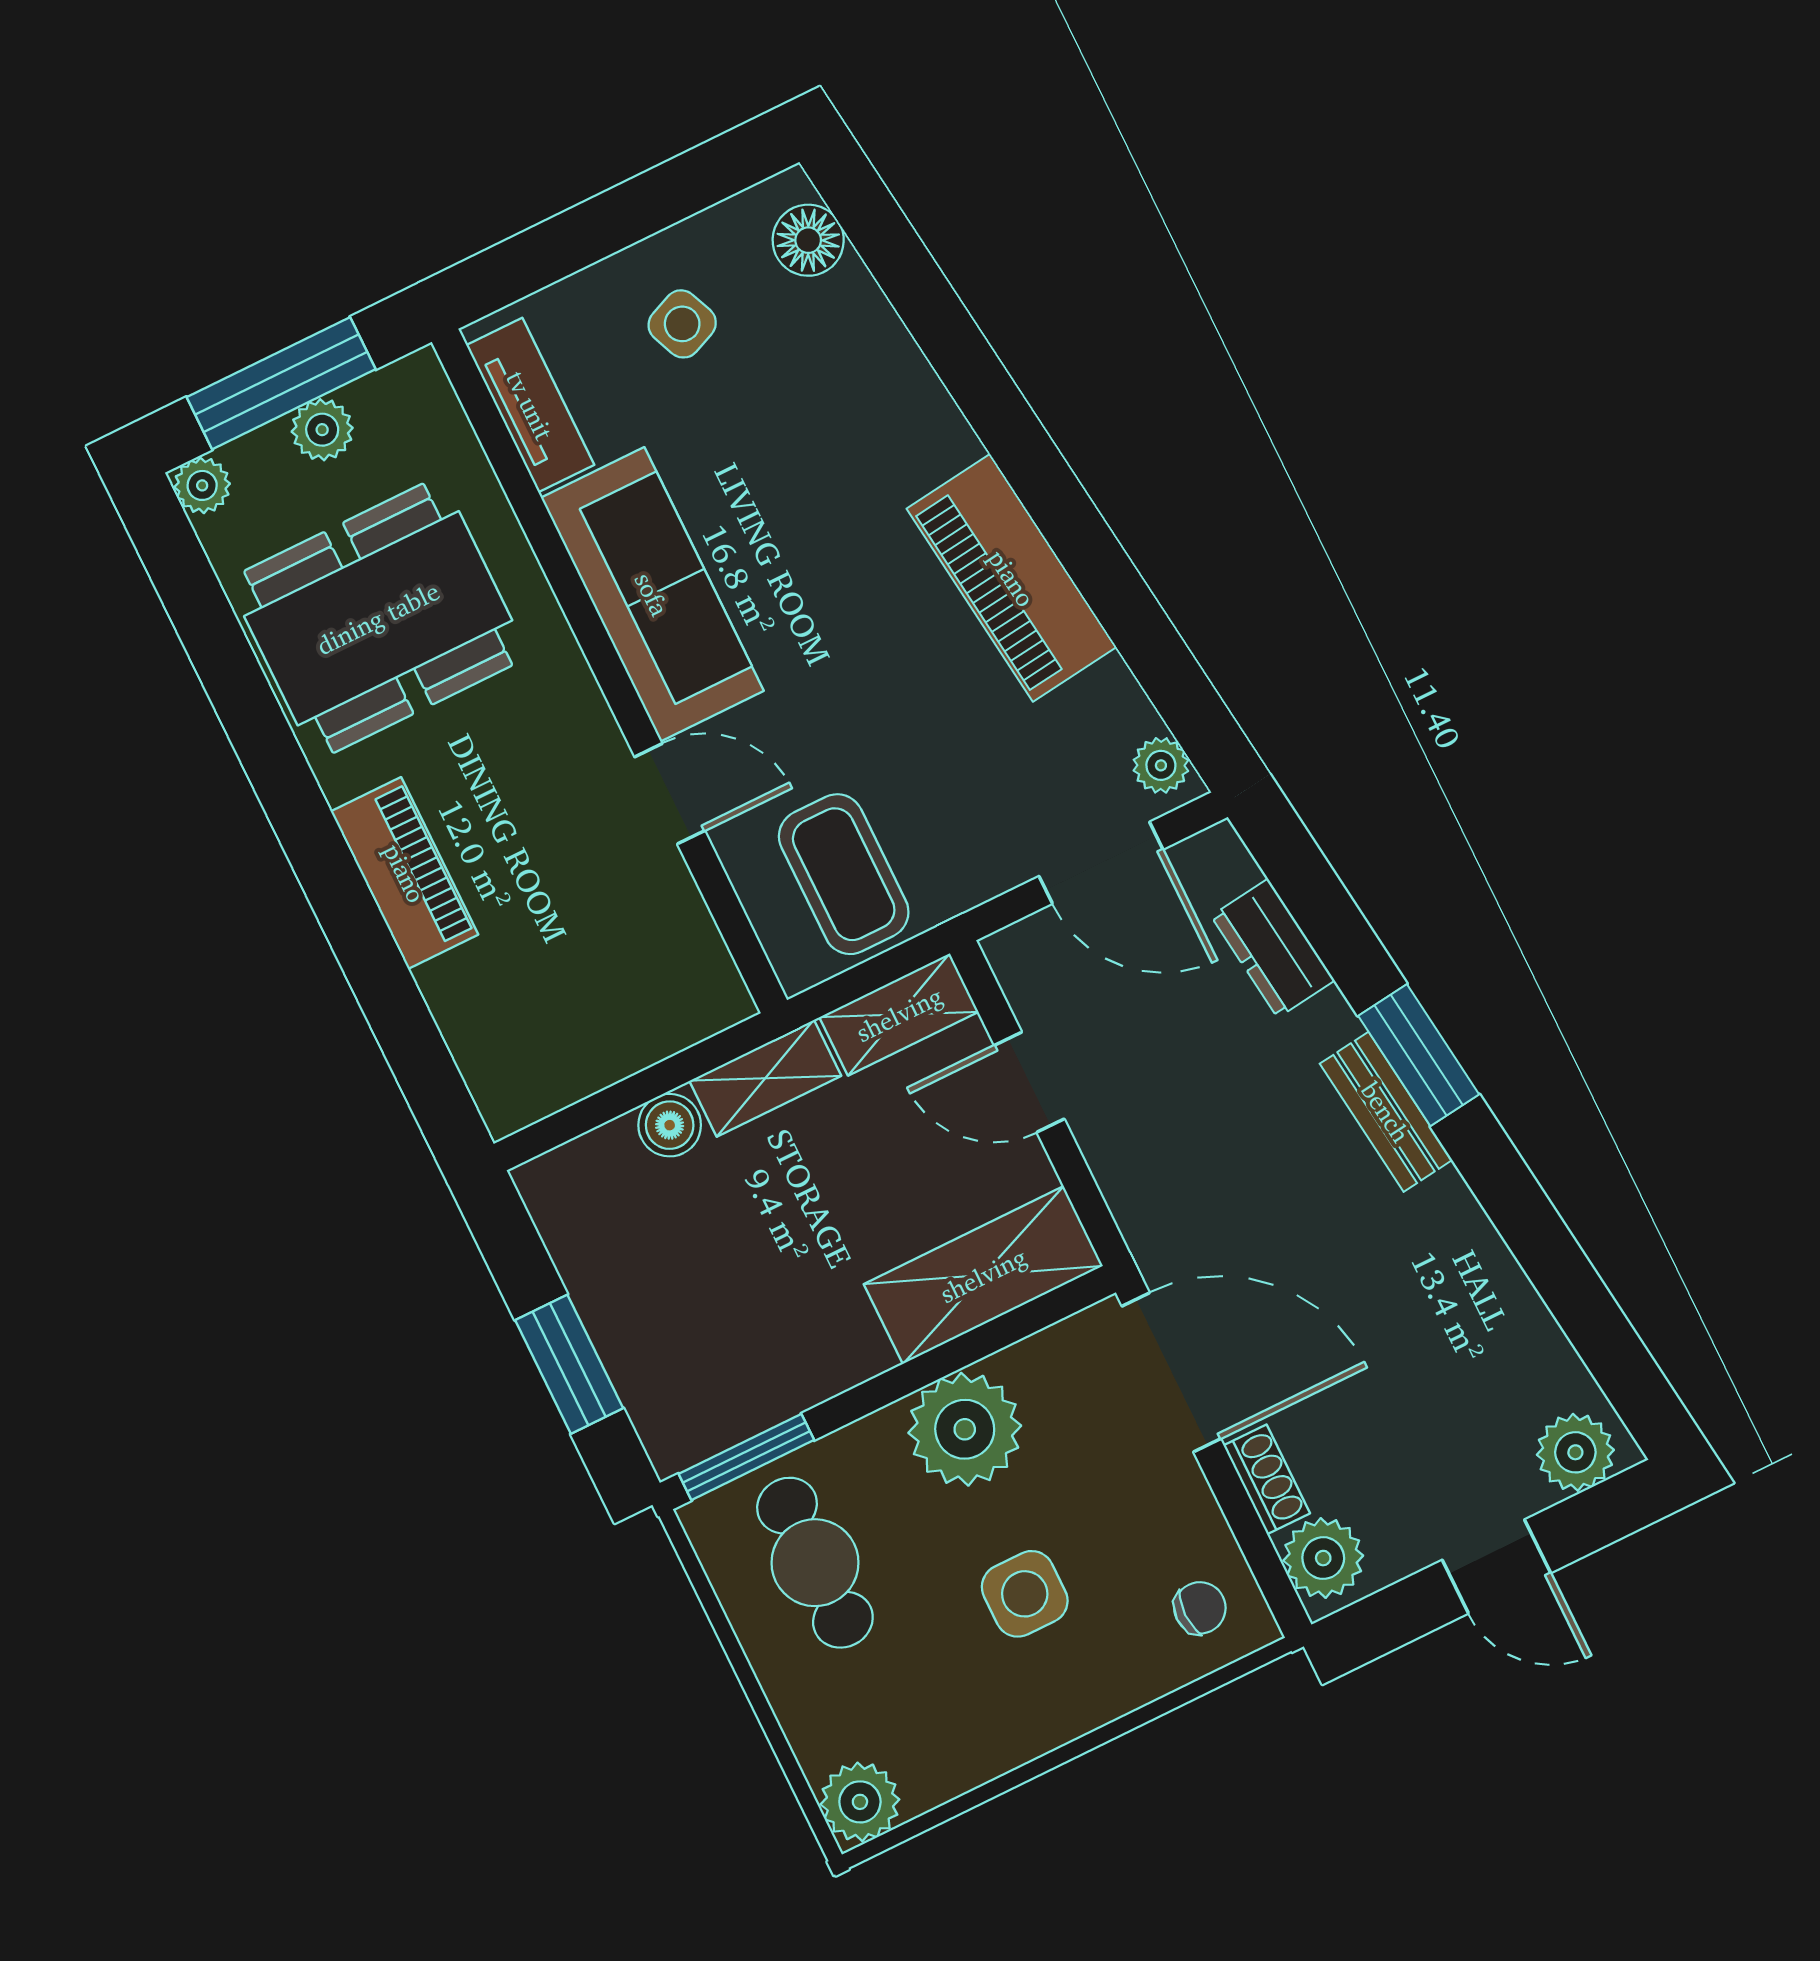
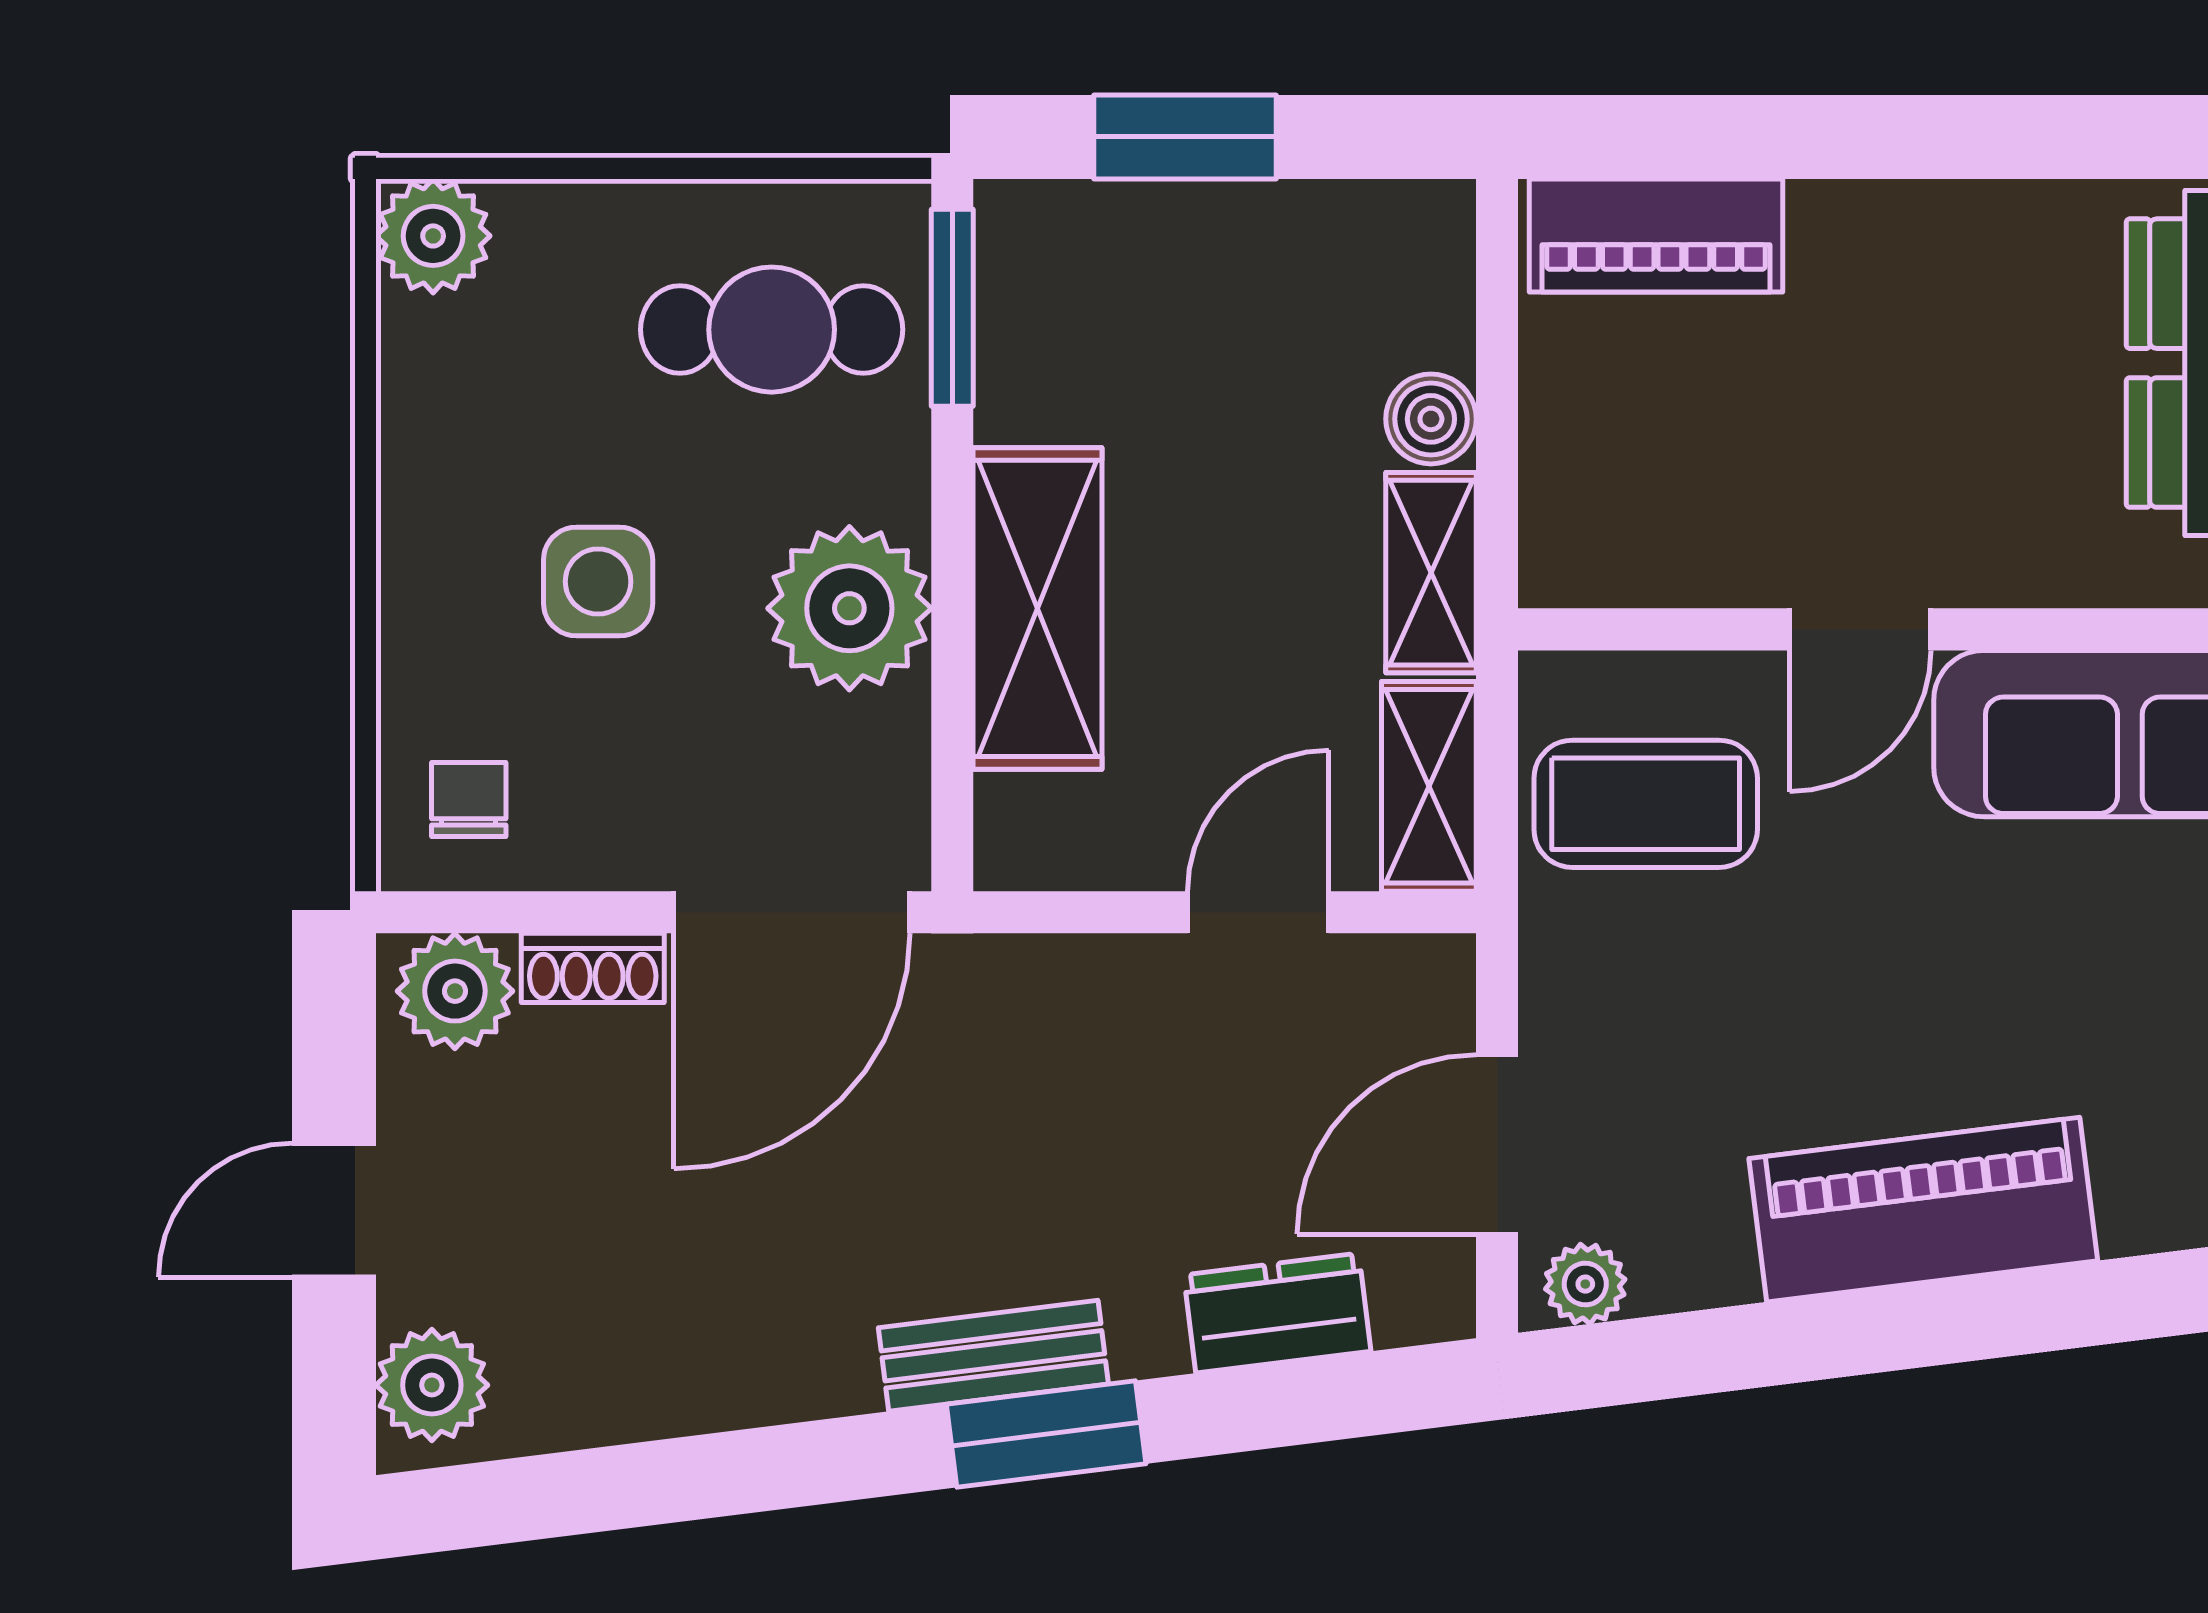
piano: (405, 873) -> (1656, 235), moved
shelving: (983, 1275) -> (1038, 608), moved
chair: (1200, 1608) -> (469, 800), turned 180

